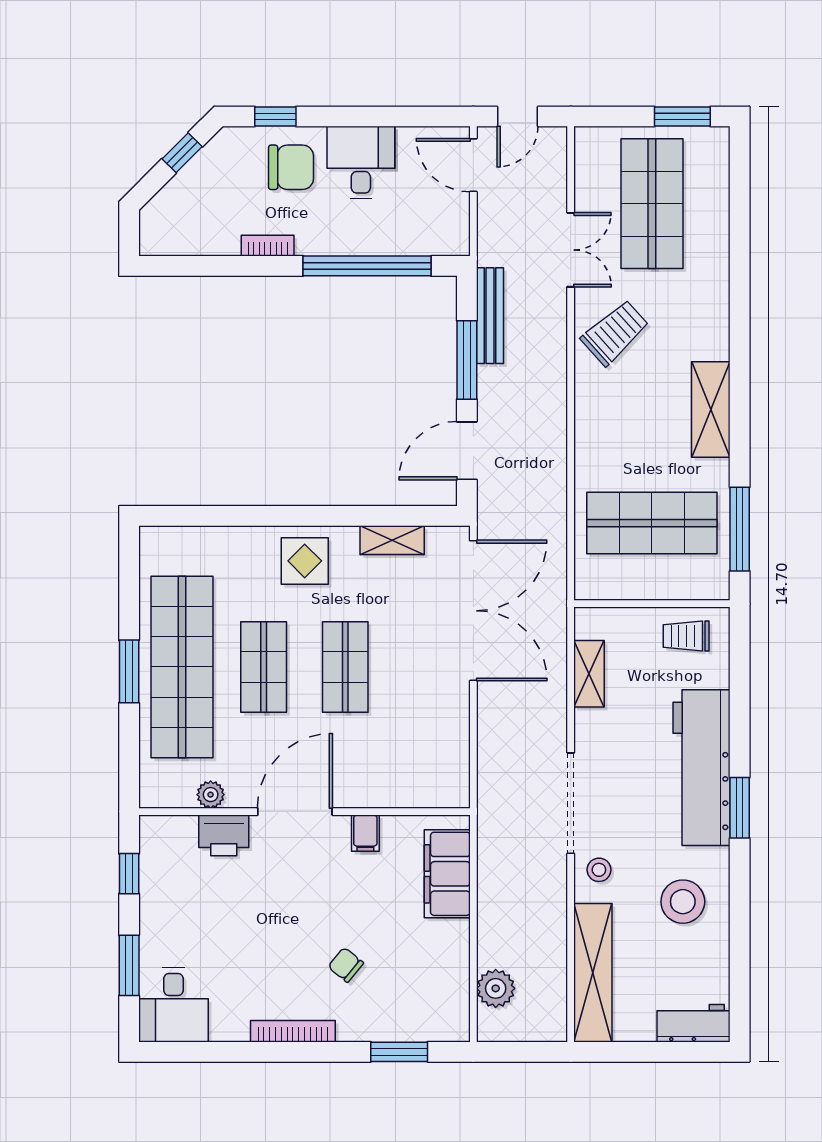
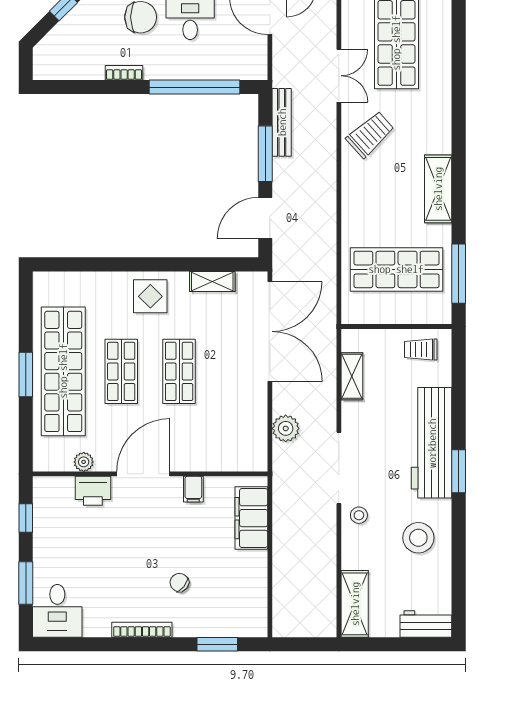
shelving: (593, 973) -> (355, 604), width x0.68
plant: (496, 988) -> (286, 428), moved

